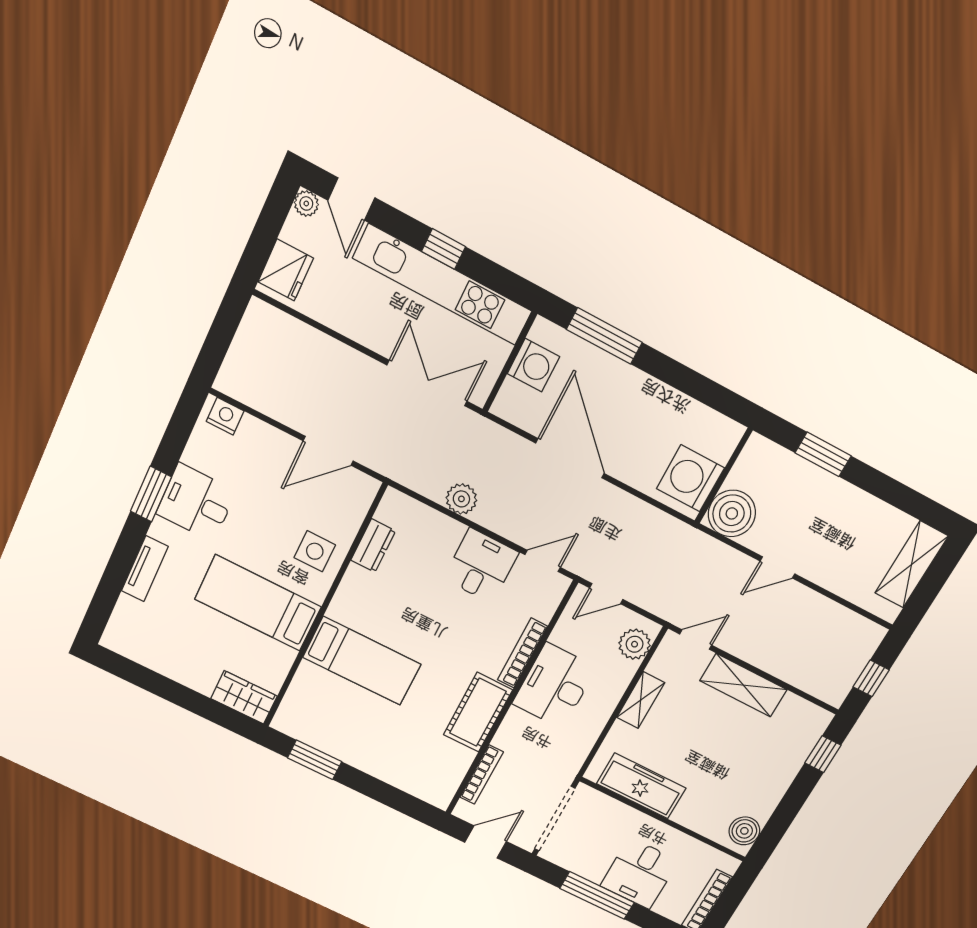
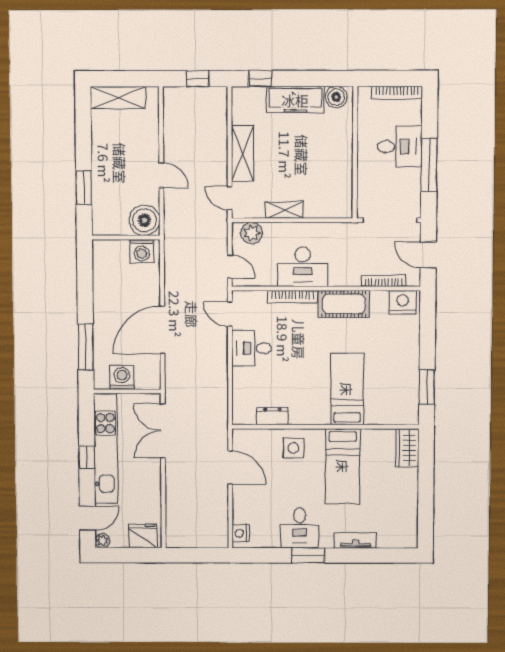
washing machine: (690, 478) -> (142, 251), width x0.73, depth x0.73
plant: (461, 499) -> (218, 379), removed
nightstand: (442, 784) -> (403, 302), added
freezer: (641, 786) -> (295, 100), moved, turned -90

